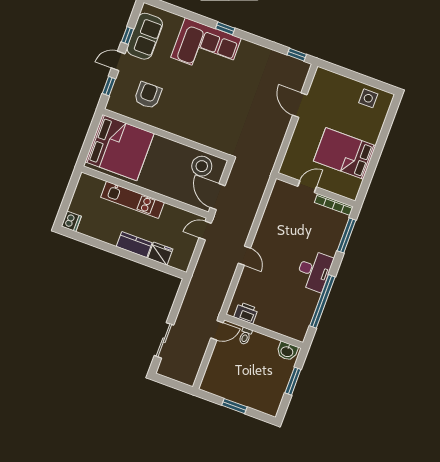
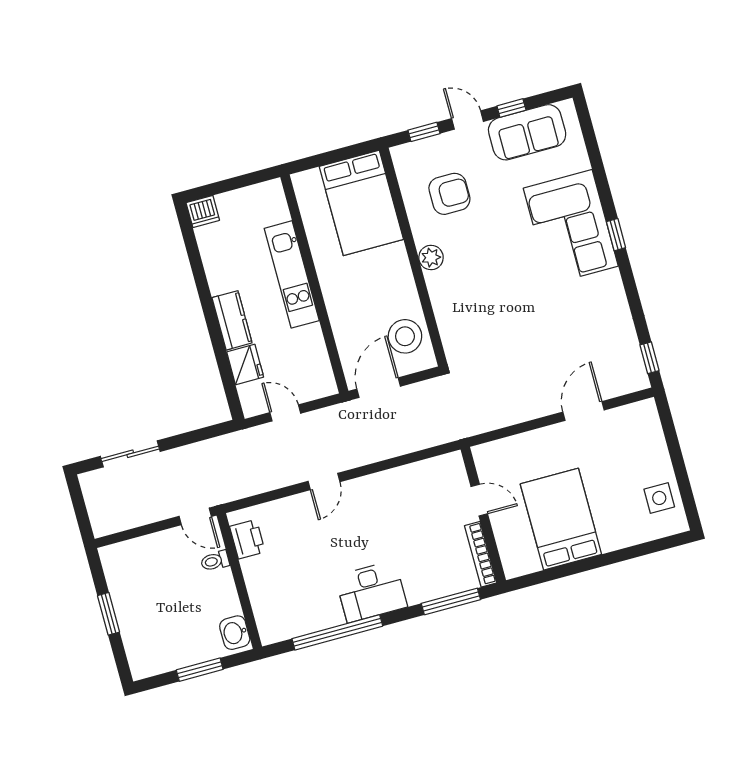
plant: (172, 126) -> (431, 258), added
bed: (119, 148) -> (361, 203), width x0.73
door: (205, 230) -> (285, 413), moved

